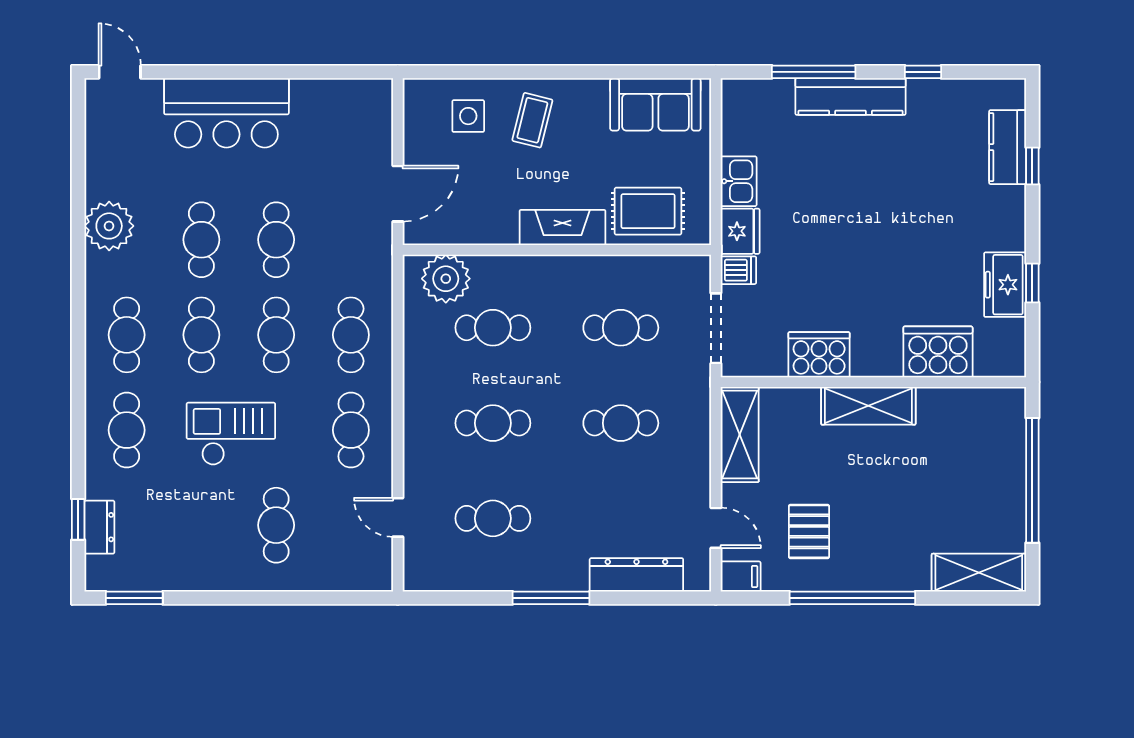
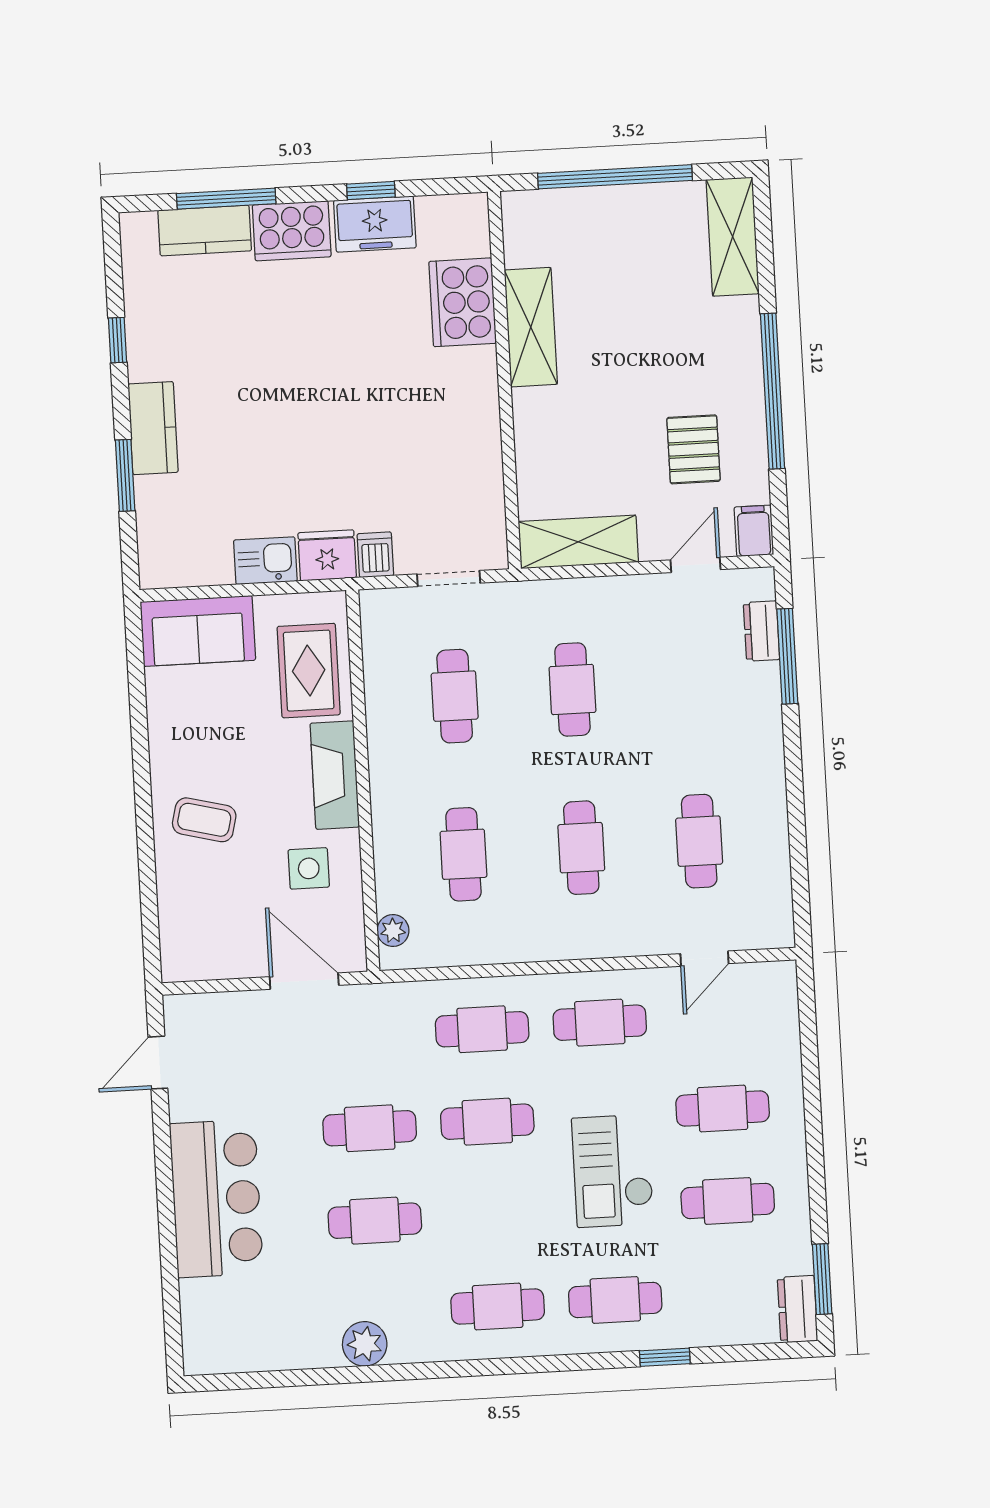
door: (120, 72) -> (158, 1063), moved
window: (814, 72) -> (125, 475), width x0.69
kitchen counter: (851, 97) -> (153, 428), width x0.67
sofa: (655, 104) -> (198, 631), moved, turned 90
side table: (468, 116) -> (309, 868), moved
window: (1032, 166) -> (226, 199), width x2.17
plant: (109, 226) -> (365, 1344), width x0.73, depth x0.73
plant: (446, 279) -> (393, 931), width x0.53, depth x0.53
doorway: (716, 328) -> (449, 579), width x0.73
cafe table: (201, 335) -> (728, 1201), moved
cooker: (819, 355) -> (292, 231), moved, turned -90
shelving: (868, 406) -> (531, 327), moved
window: (78, 519) -> (665, 1357), moved
dresser: (99, 527) -> (797, 1309), moved, turned -90
pallet: (809, 531) -> (693, 449), turned 90
dresser: (636, 575) -> (761, 631), width x0.51, depth x0.80
window: (551, 598) -> (787, 656), moved

